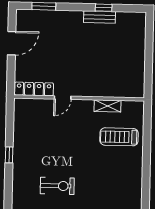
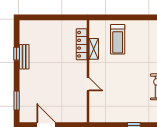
locker: (34, 89) -> (82, 44), moved

